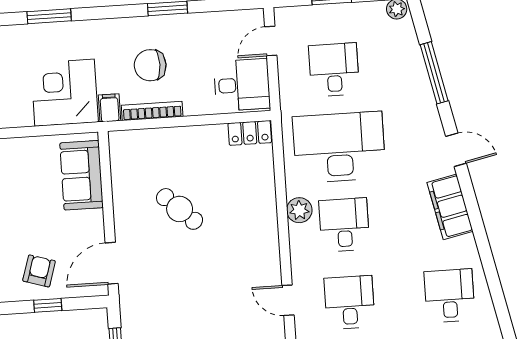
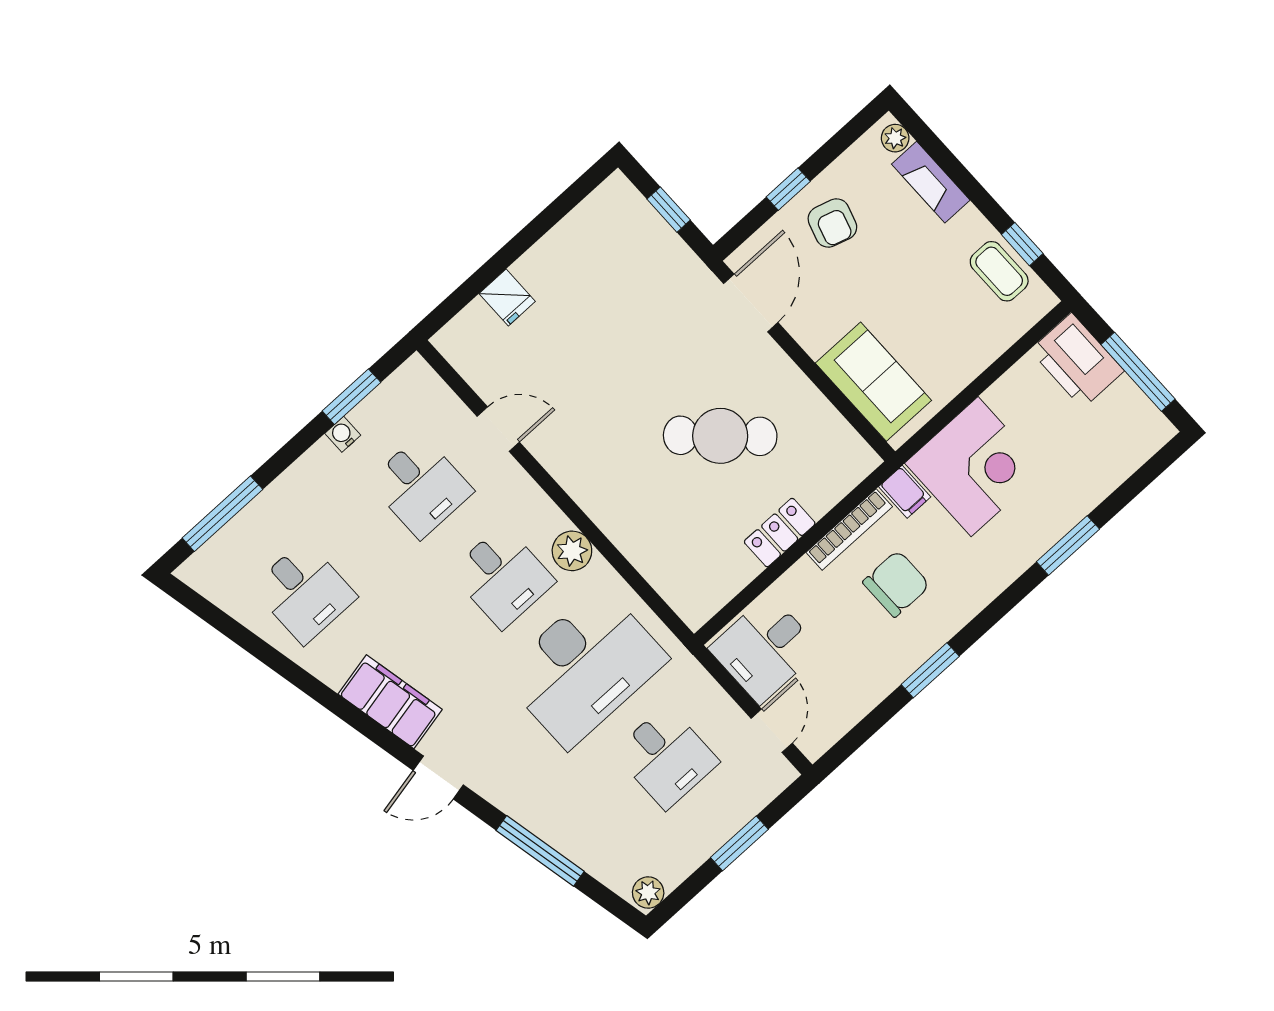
locker: (250, 133) -> (780, 533), moved
cafe table: (180, 209) -> (720, 436), width x1.37, depth x1.35

